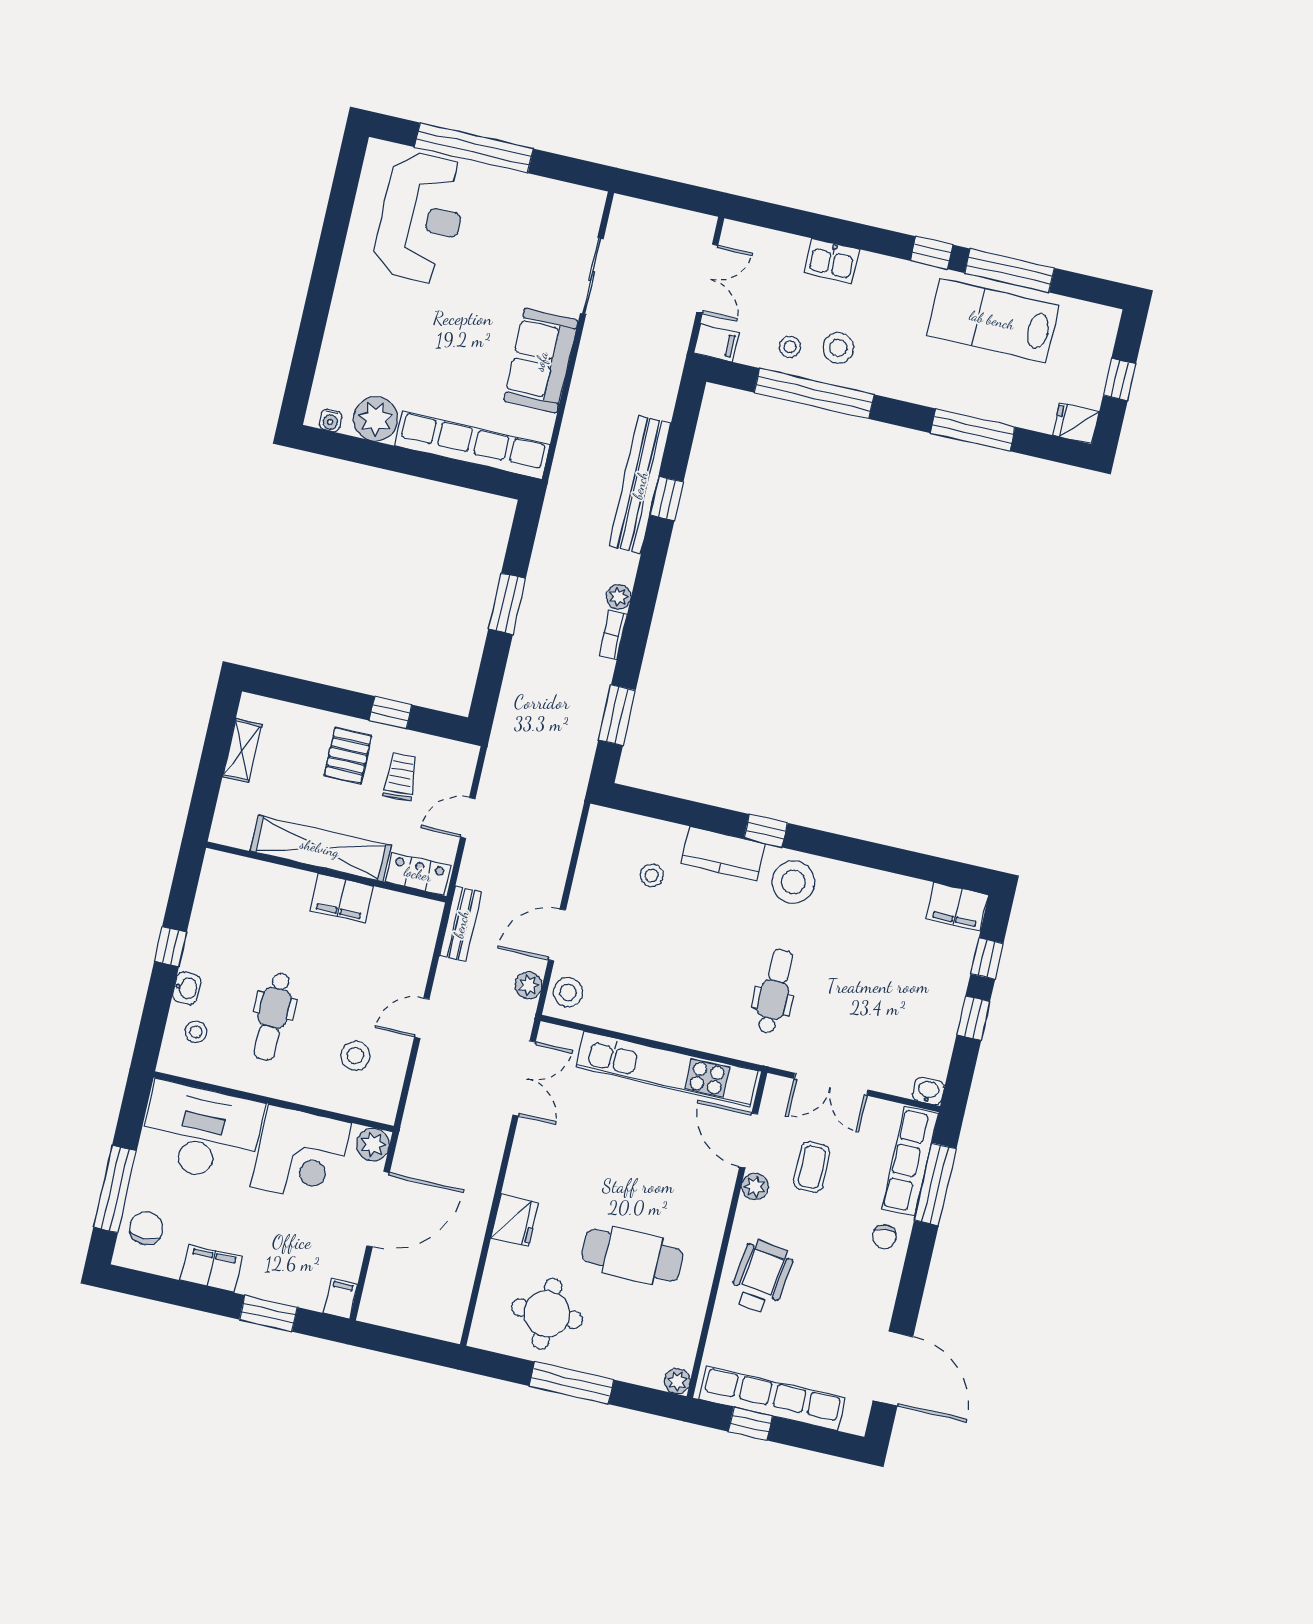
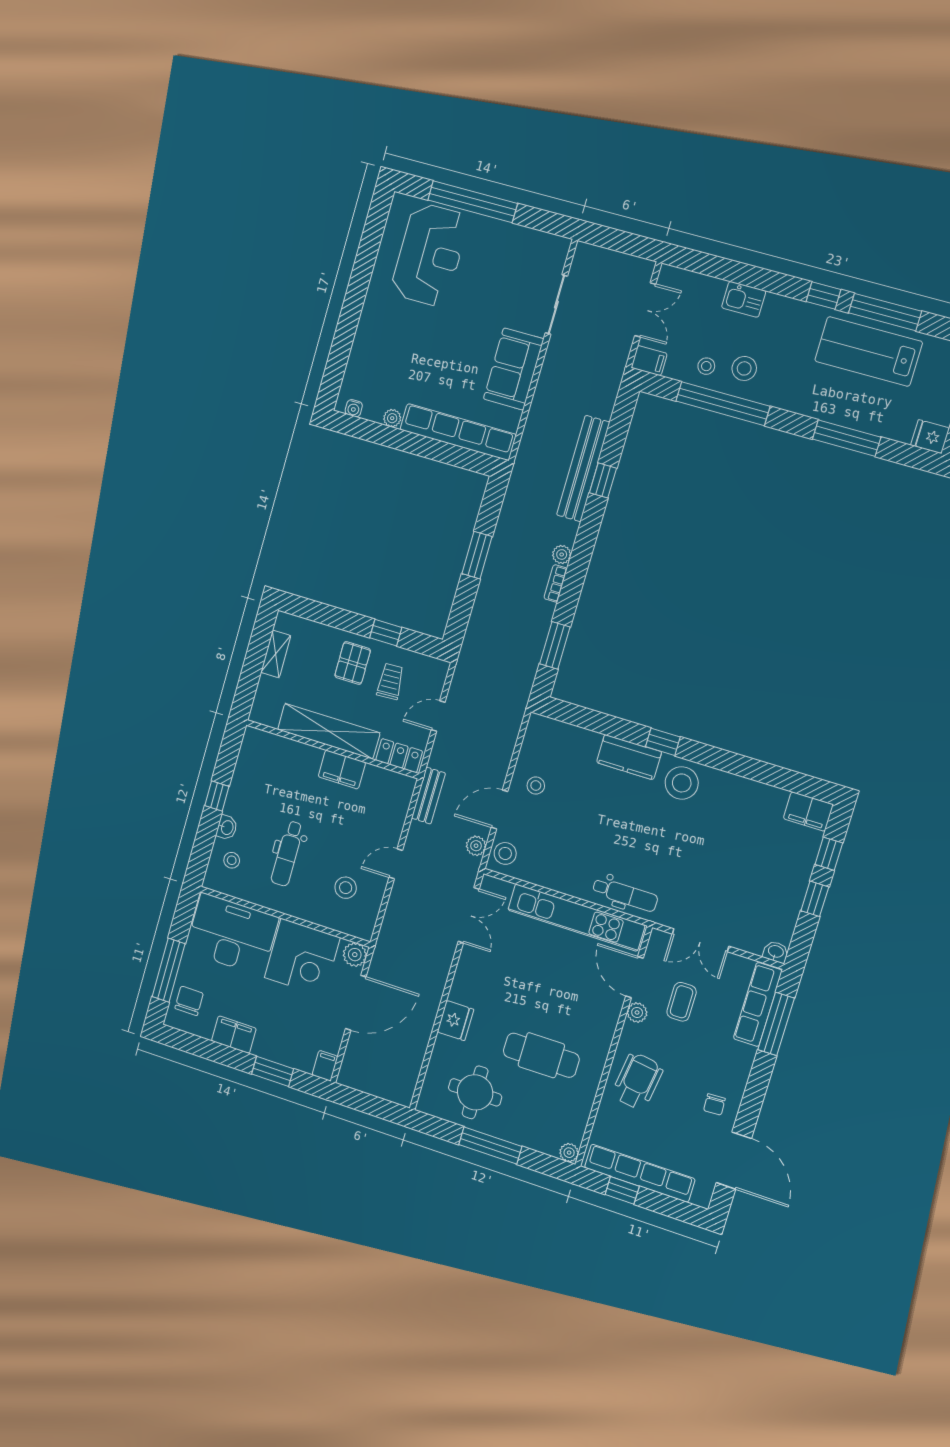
plant: (375, 419) -> (392, 418), width x0.53, depth x0.53
stool: (652, 875) -> (536, 785), moved
dental chair: (775, 991) -> (625, 894), moved, turned 90
chair: (884, 1237) -> (714, 1104), moved

